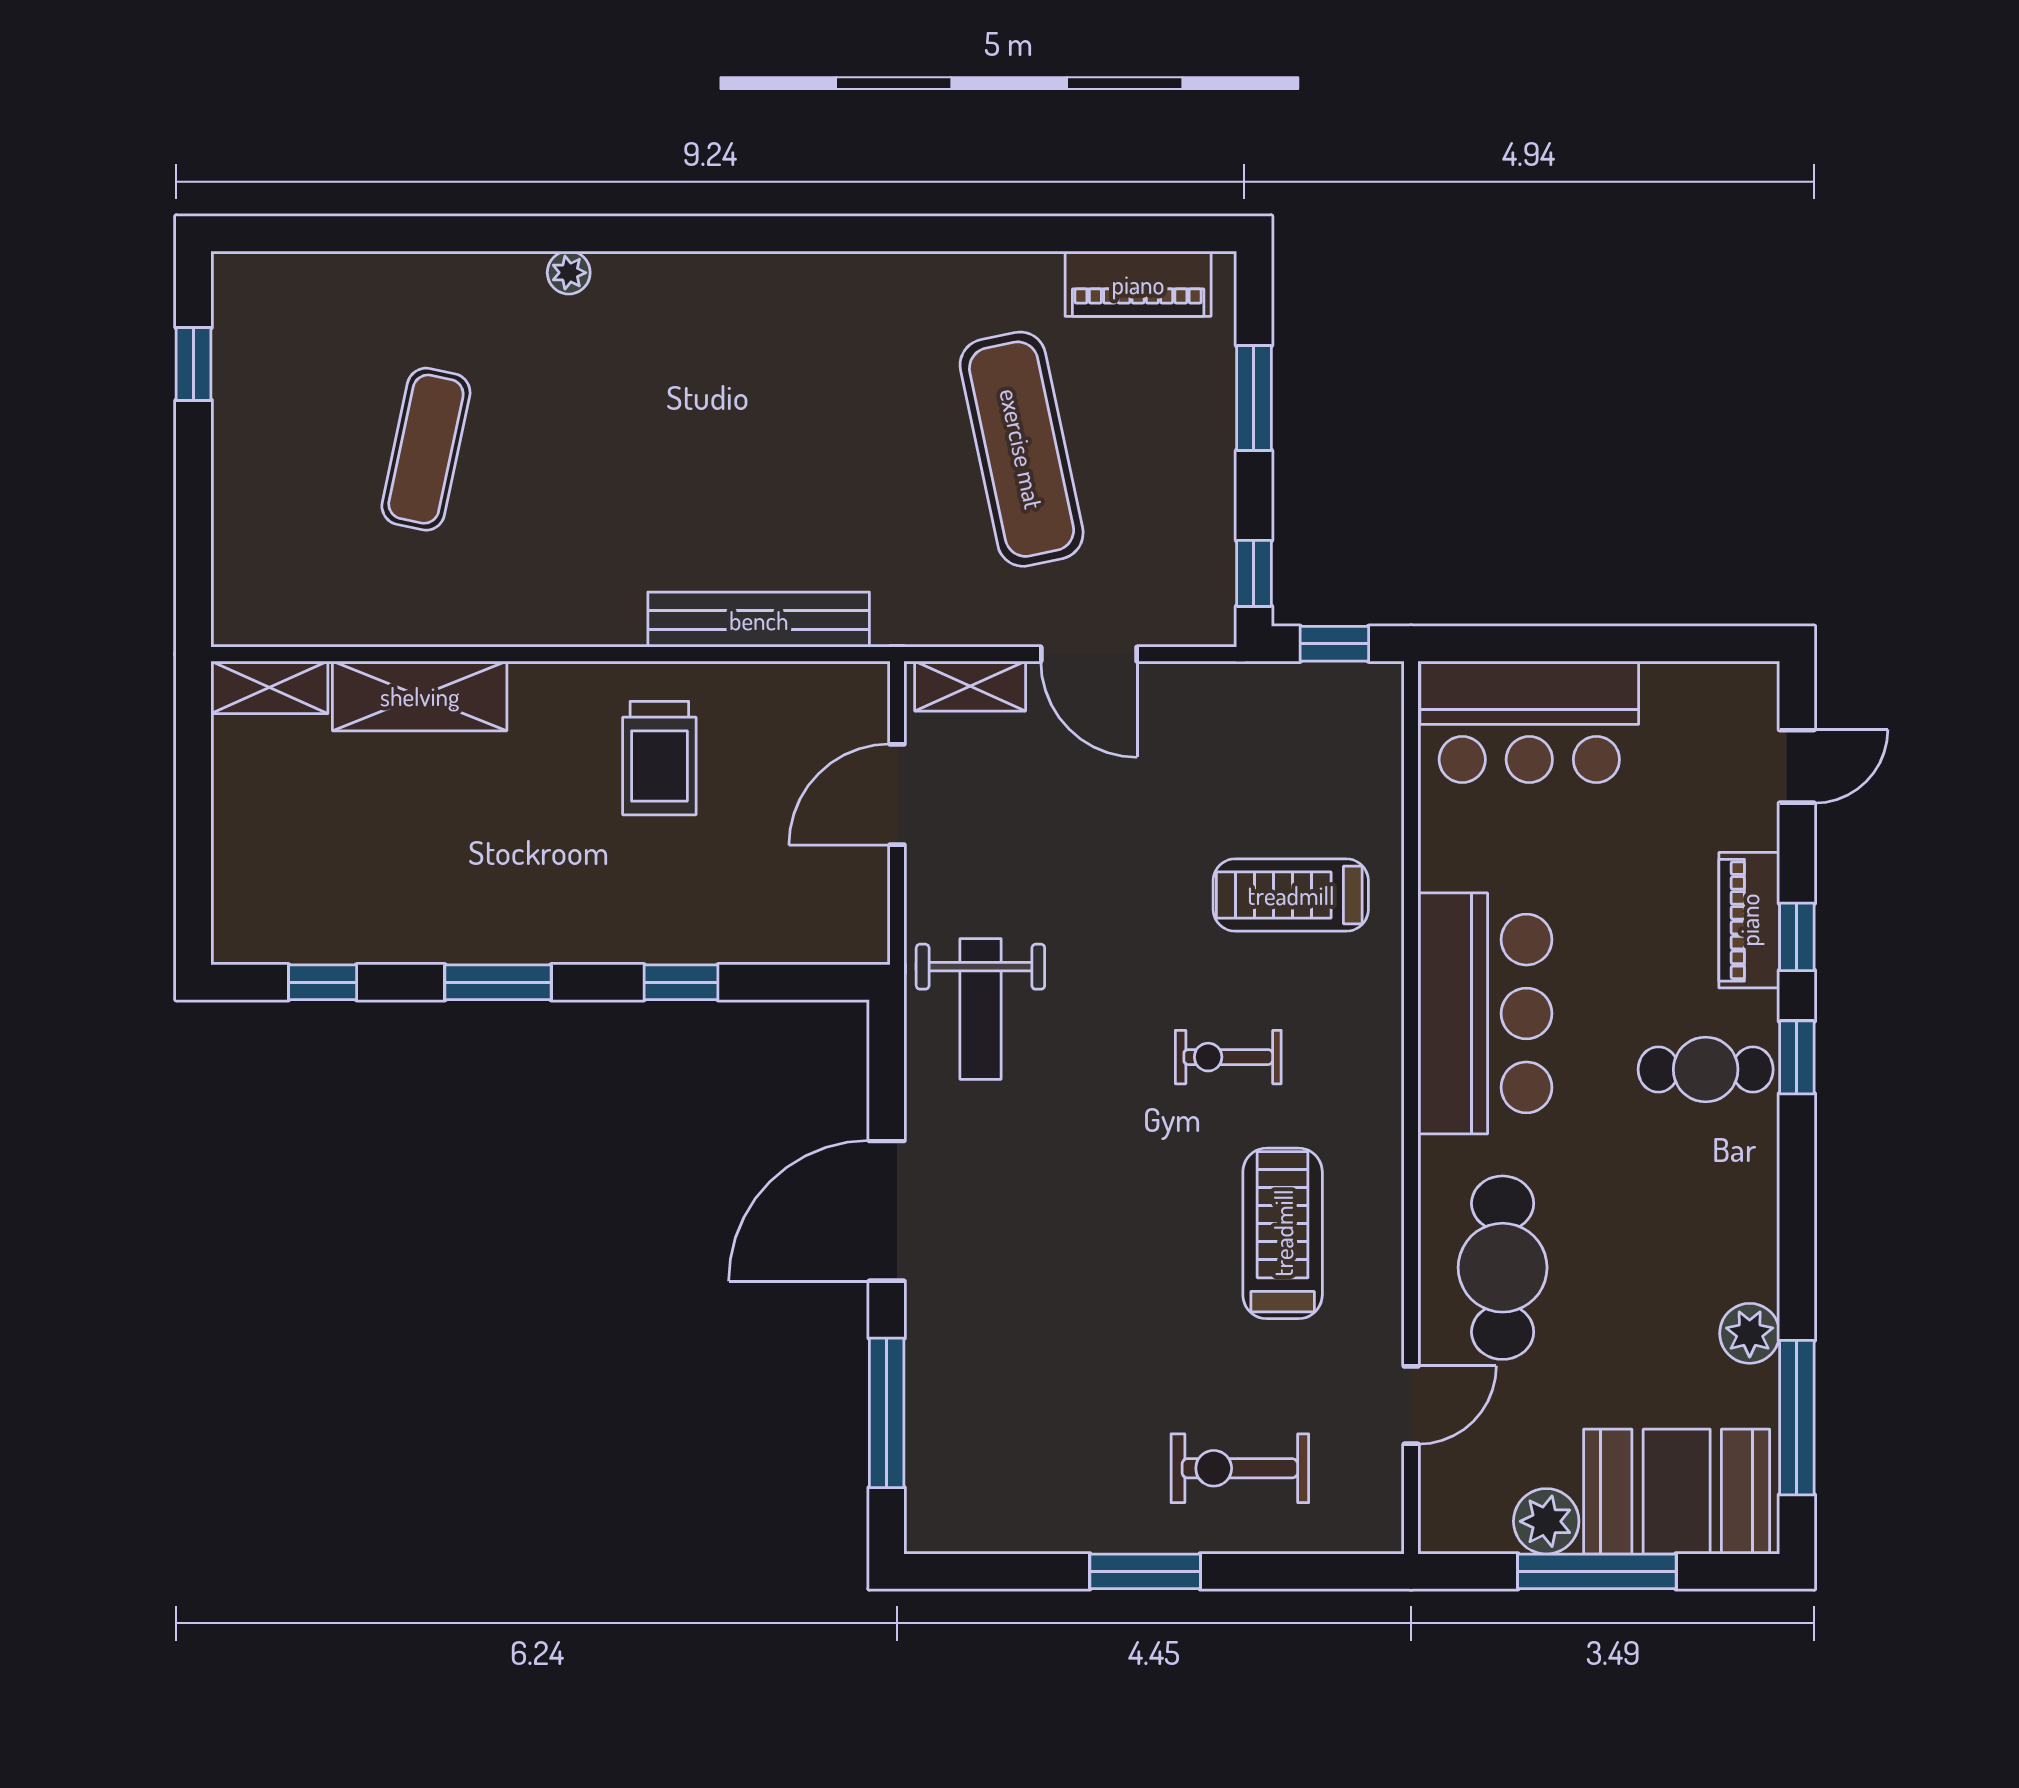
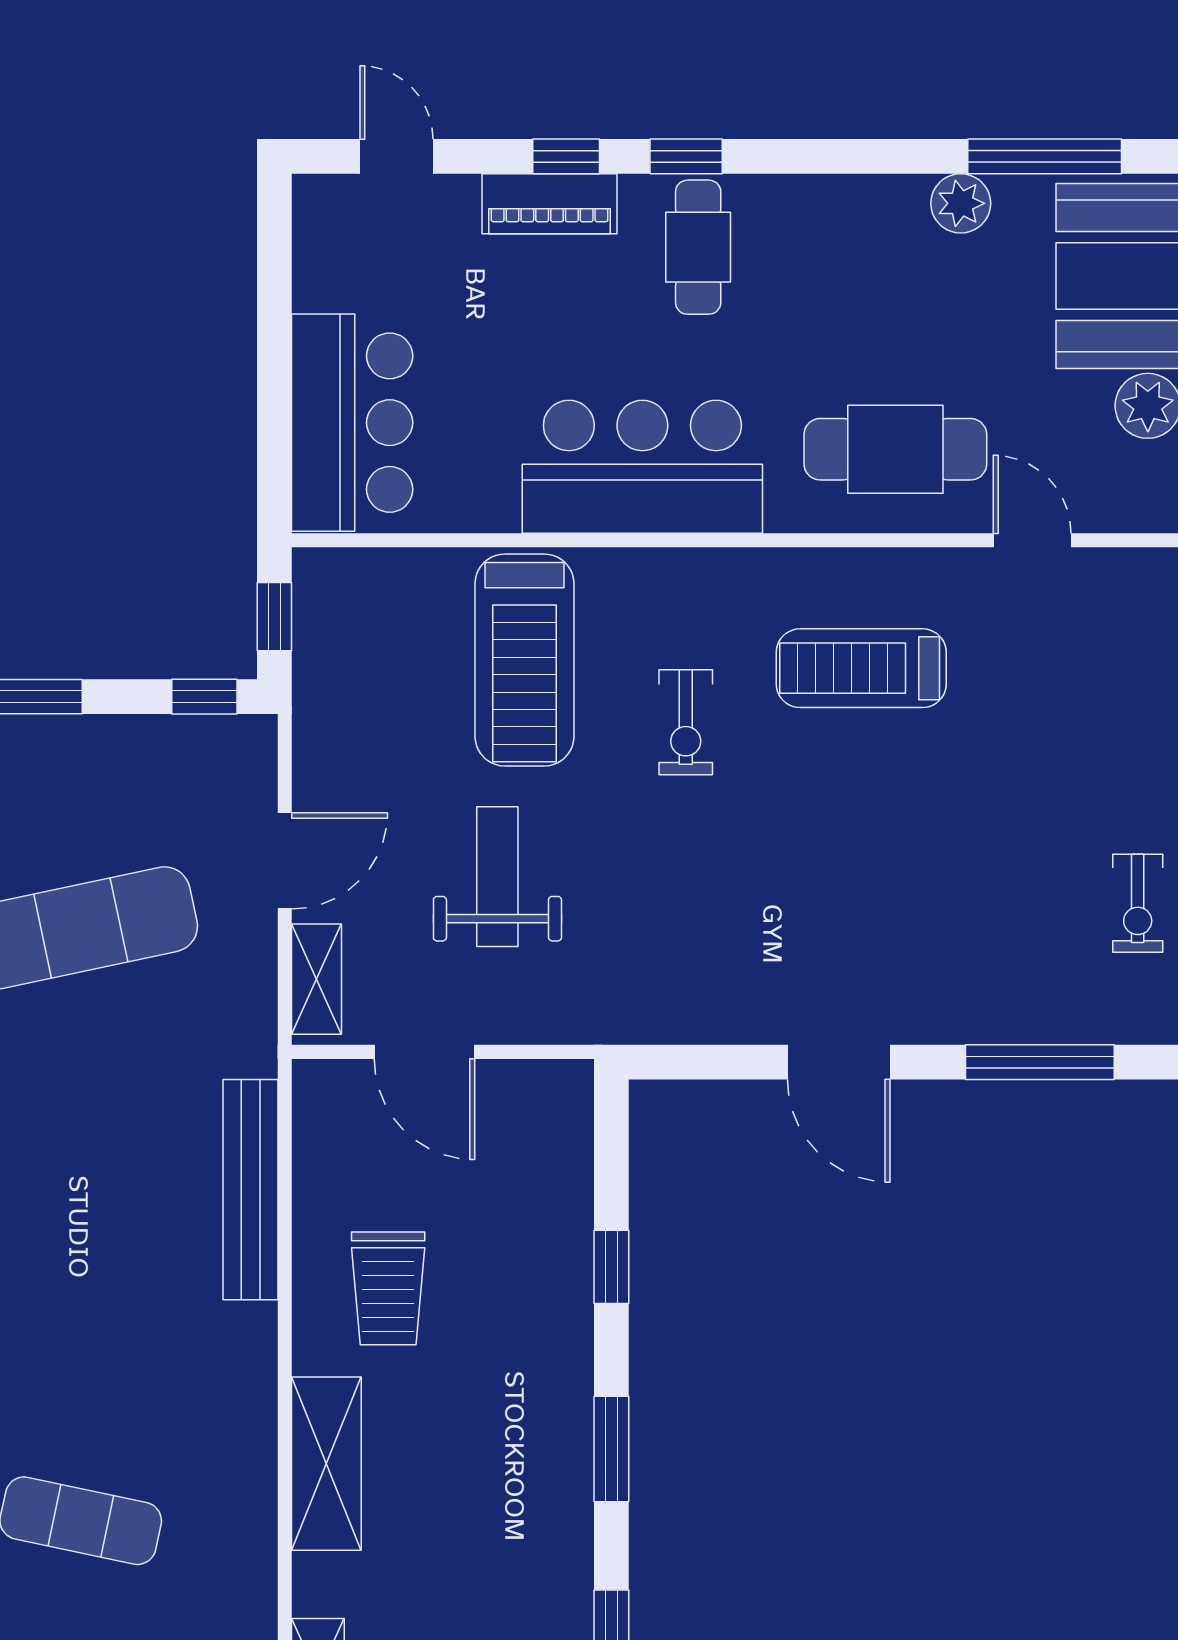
shelving: (420, 696) -> (326, 1464), moved
trolley: (659, 758) -> (388, 1288), turned 90
treadmill: (1291, 895) -> (524, 660), width x1.37, depth x1.38
weight bench: (980, 1009) -> (497, 877), moved, turned -90
door: (887, 1211) -> (839, 1062), width x0.73
exercise bike: (1240, 1468) -> (1138, 903), moved, width x0.73, depth x0.72

